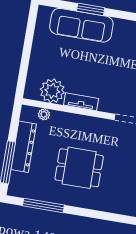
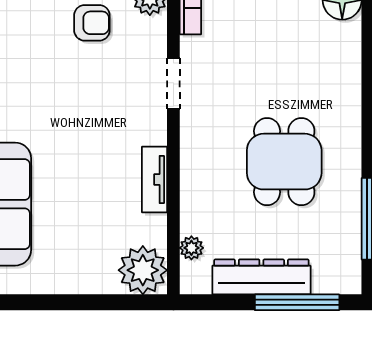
plant: (52, 91) -> (143, 270), moved

